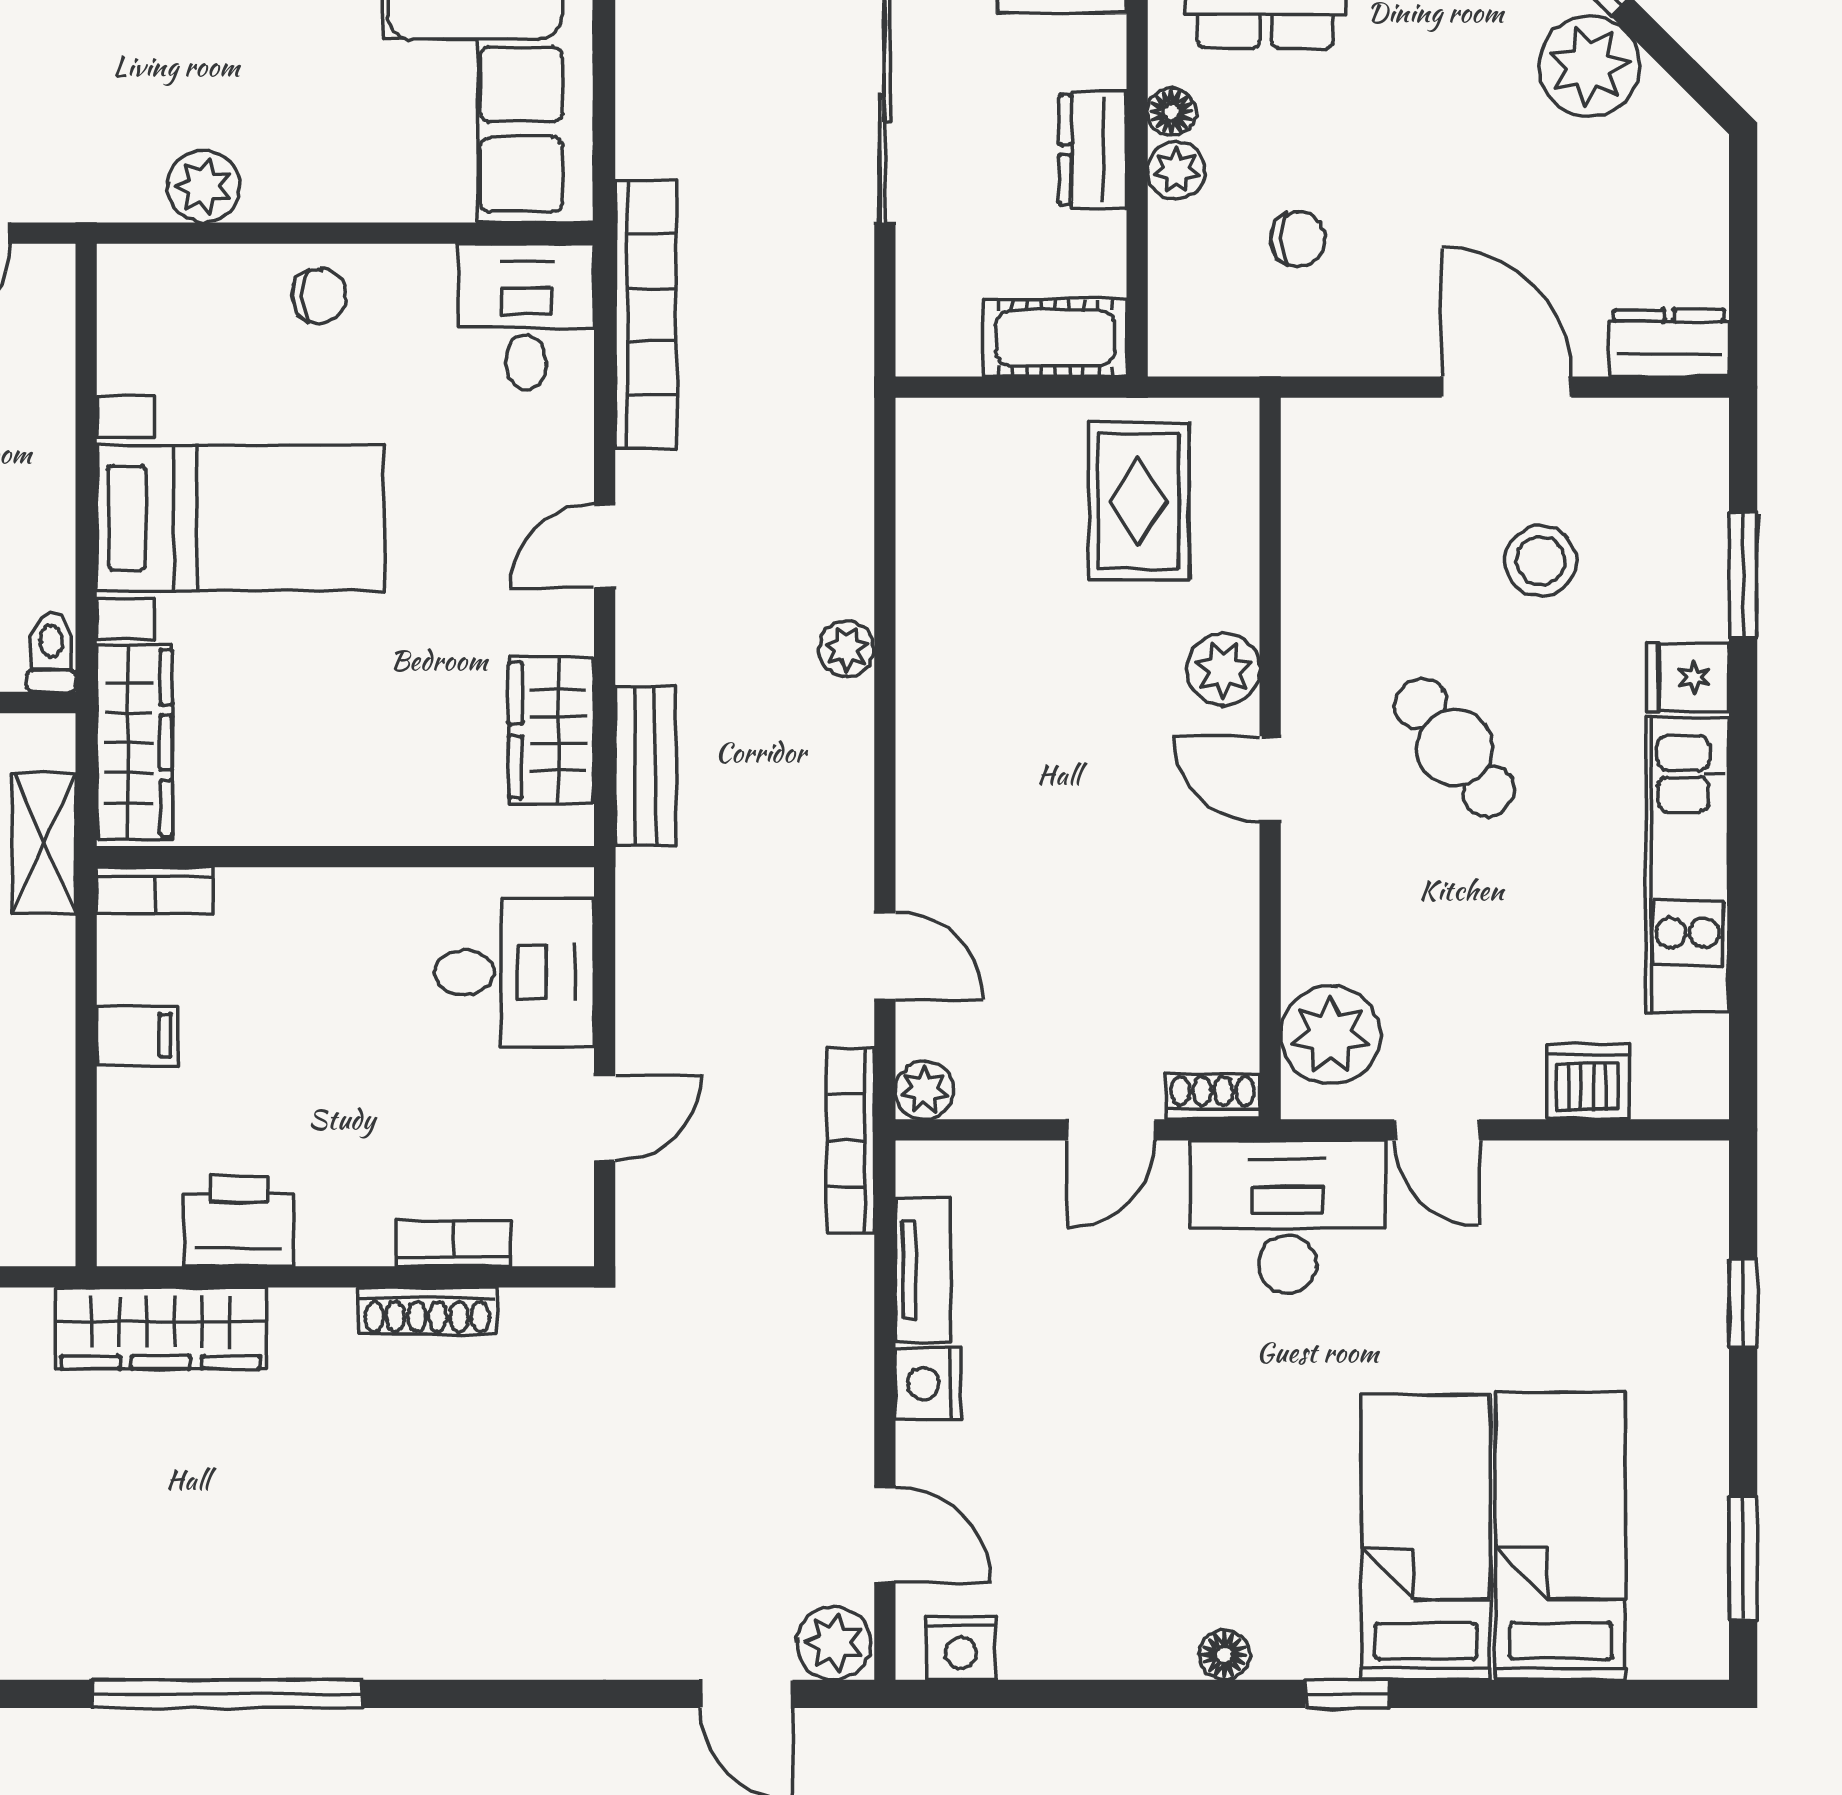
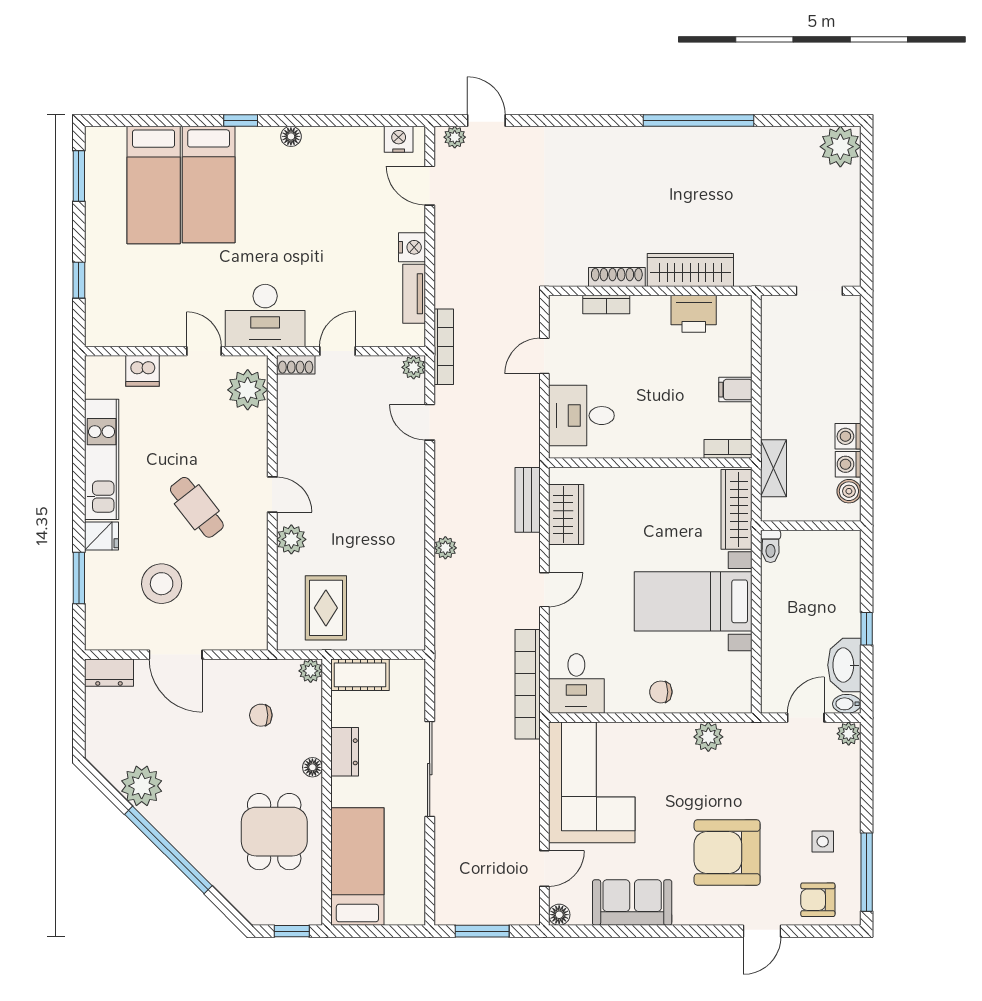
plant: (1176, 170) -> (311, 671), moved
stool: (1541, 561) -> (162, 584), width x1.38, depth x1.38
wardrobe: (161, 1328) -> (690, 270), moved
plant: (834, 1643) -> (455, 137), width x0.73, depth x0.73

